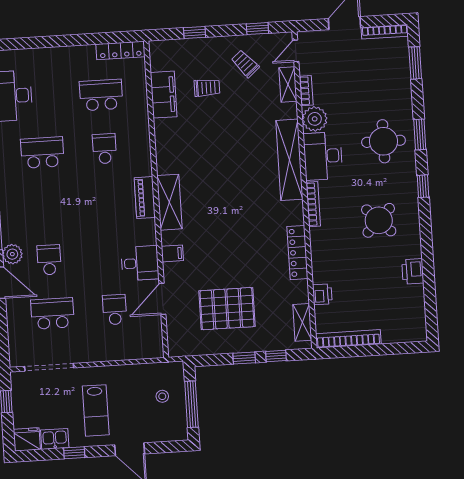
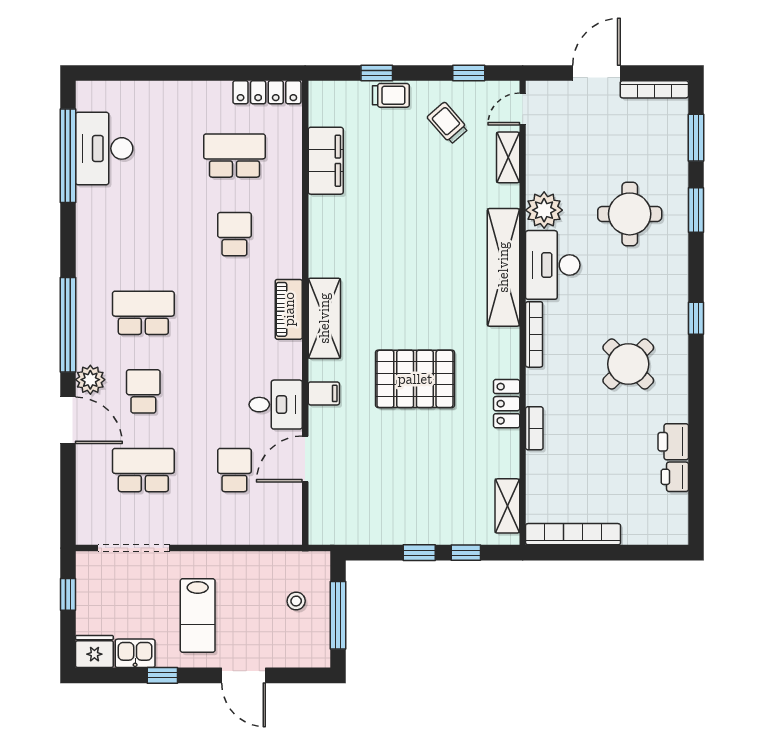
trolley: (207, 88) -> (391, 95), moved
bookcase: (306, 91) -> (534, 428), moved
window: (420, 134) -> (696, 210), moved
round table: (383, 141) -> (630, 214), moved
school desk: (42, 153) -> (143, 313), moved
locker: (297, 253) -> (507, 404), width x0.66
printer: (322, 294) -> (675, 477), moved, turned 180
pallet: (227, 309) -> (415, 379), moved

